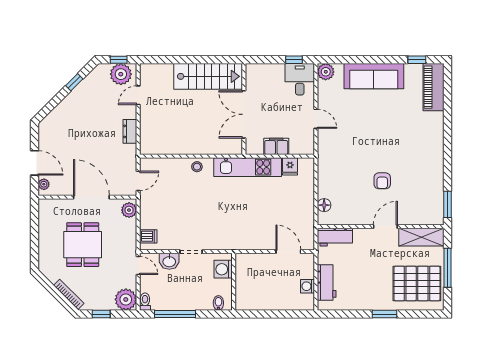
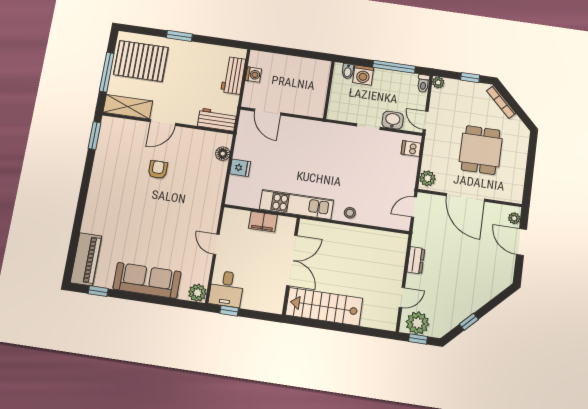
fridge: (290, 166) -> (240, 168), moved, turned 90
washing machine: (223, 269) -> (363, 75), moved, turned 90
plant: (126, 299) -> (438, 83), width x0.53, depth x0.53

